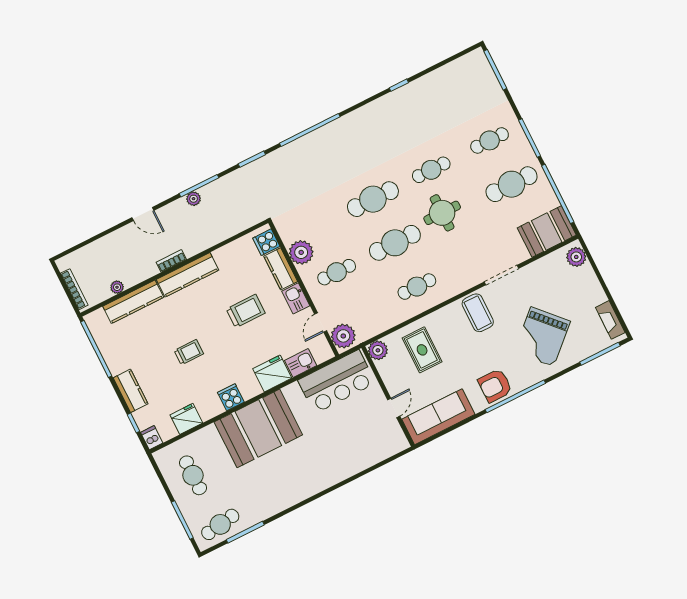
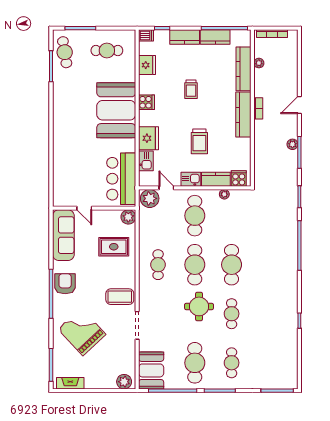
plant: (301, 252) -> (224, 194), width x0.53, depth x0.53
cafe table: (337, 272) -> (195, 216), width x1.37, depth x1.35
kitchen counter: (112, 355) -> (215, 37), added

